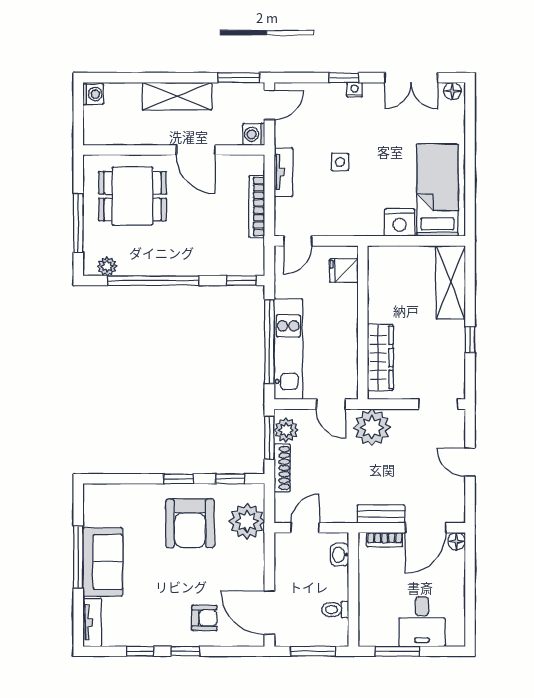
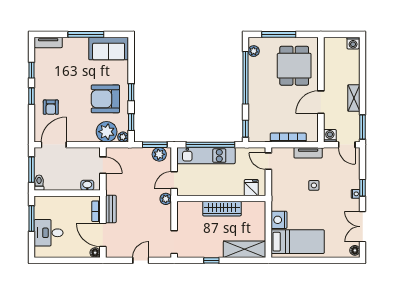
shelving: (177, 96) -> (354, 98), width x0.67, depth x0.75
wardrobe: (380, 357) -> (222, 209), moved
plant: (372, 427) -> (166, 199), width x0.53, depth x0.53
shoe rack: (282, 468) -> (137, 152), removed
plant: (256, 493) -> (123, 137), added
sofa: (103, 562) -> (109, 49), moved
toilet: (335, 610) -> (39, 183), moved

